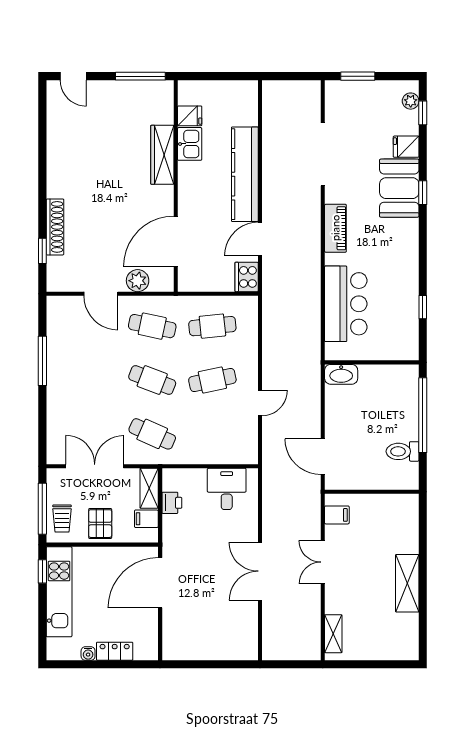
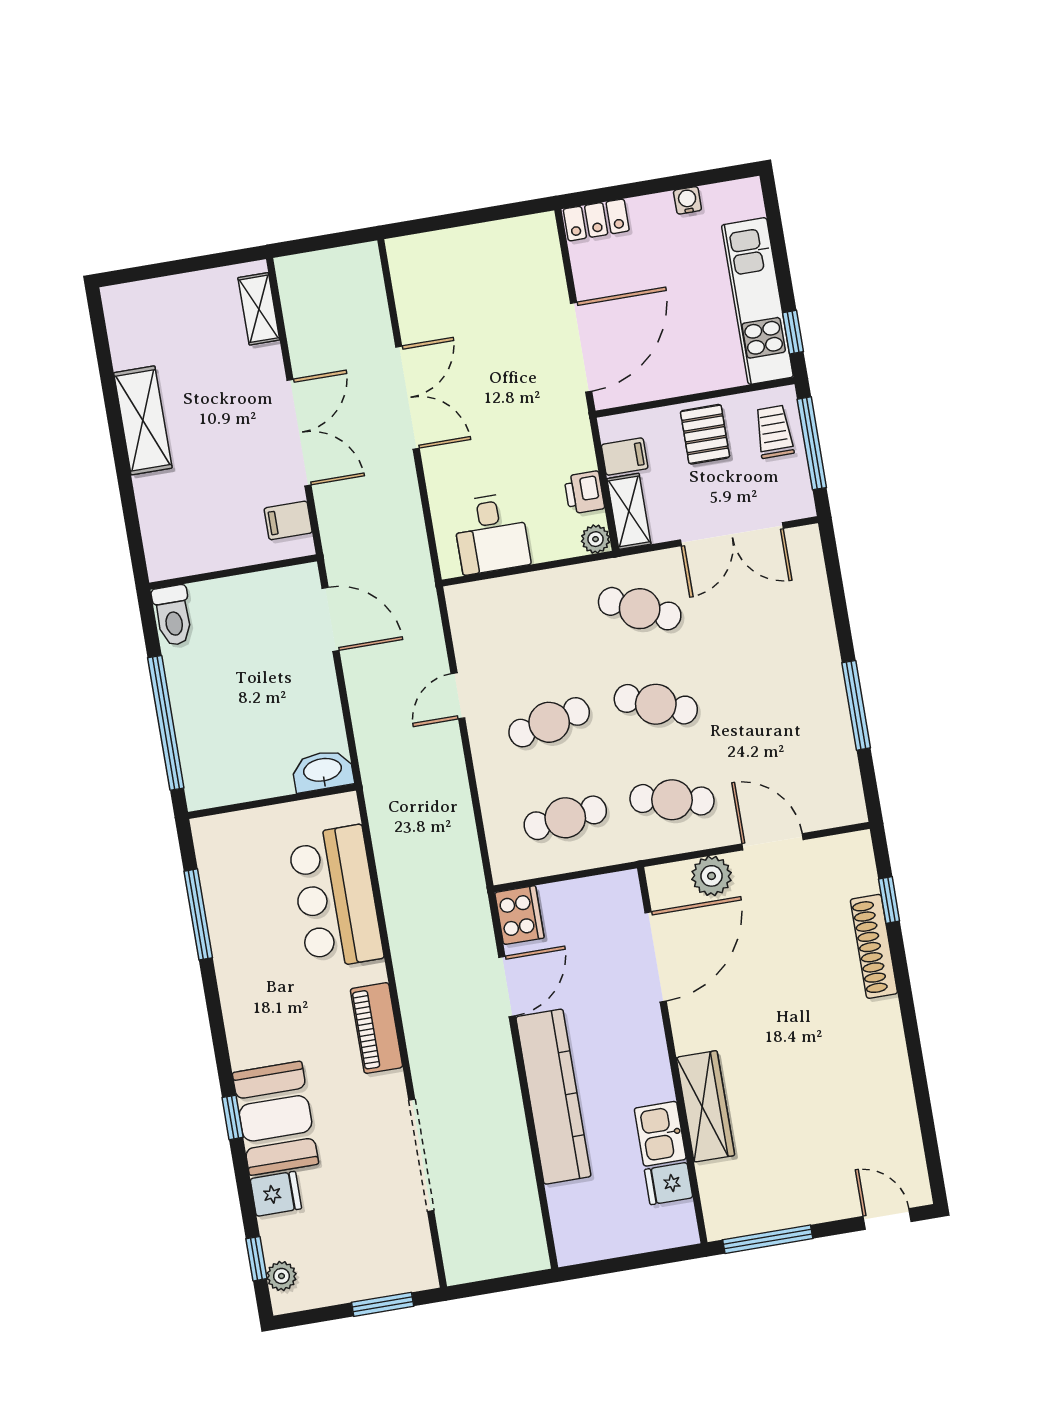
window: (423, 307) -> (198, 914), width x2.17
toilet: (403, 451) -> (173, 615), moved, turned 90
plant: (170, 476) -> (596, 539), added
double door: (323, 562) -> (299, 433), width x1.37
locker: (115, 651) -> (596, 220), moved

